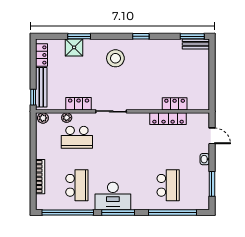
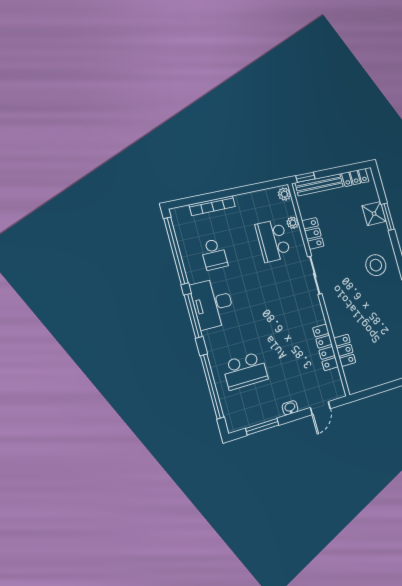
school desk: (77, 185) -> (214, 254), width x0.54

